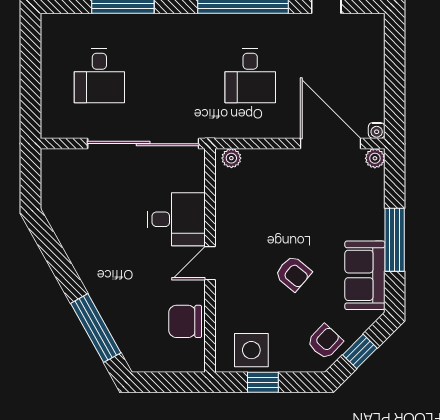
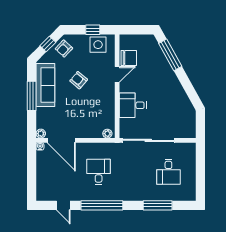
desk: (99, 76) -> (168, 172), turned 180
door: (210, 263) -> (117, 74), moved
sofa: (365, 275) -> (45, 85), width x1.36

